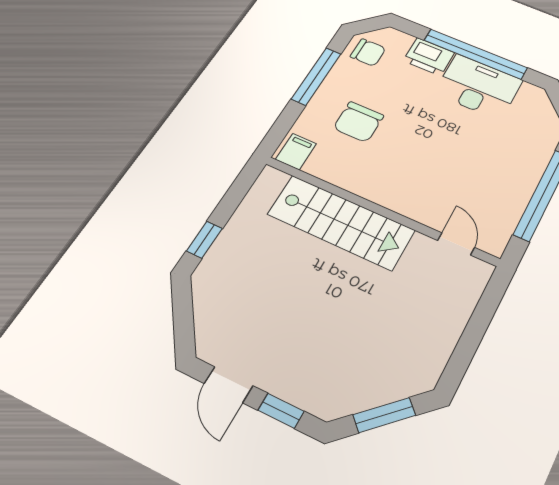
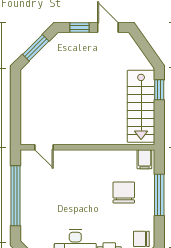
window: (316, 76) -> (159, 195), moved
stairs: (341, 222) -> (141, 106), moved, turned -90

